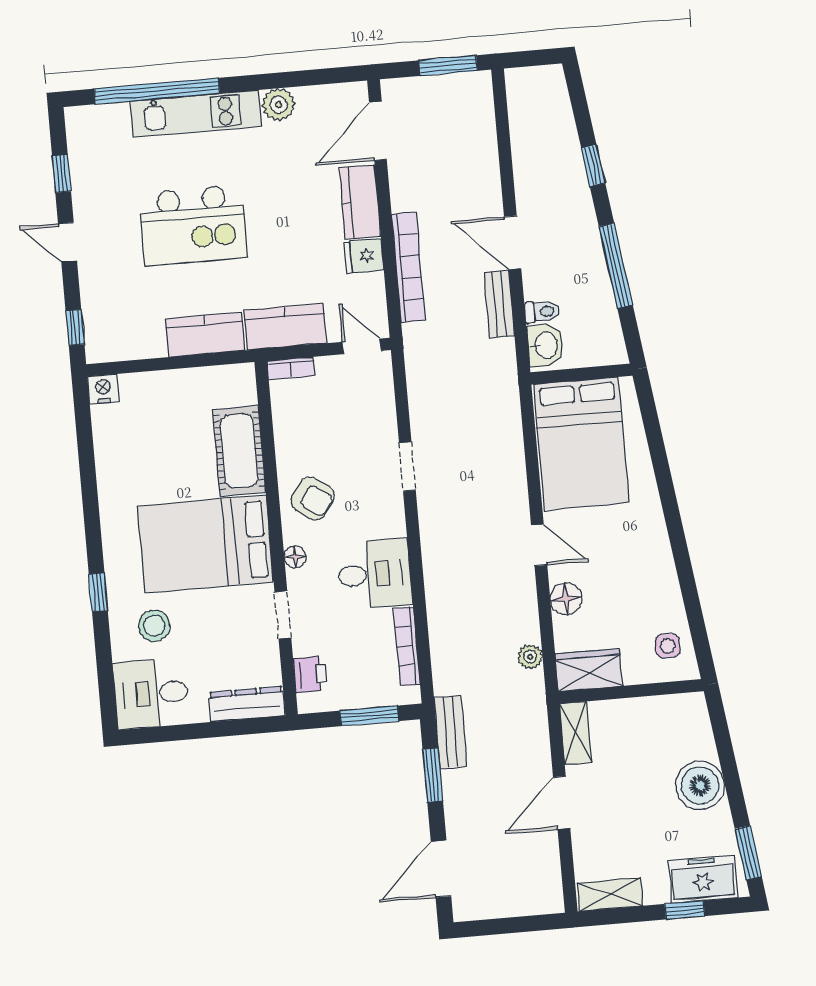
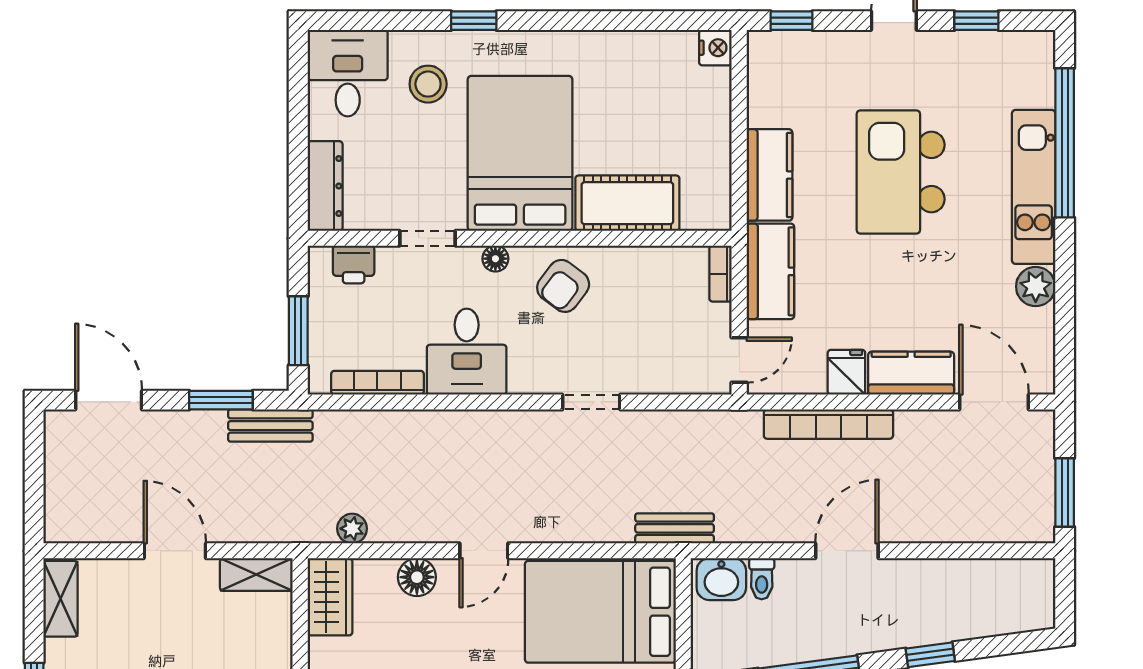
bench: (499, 304) -> (675, 528), moved

